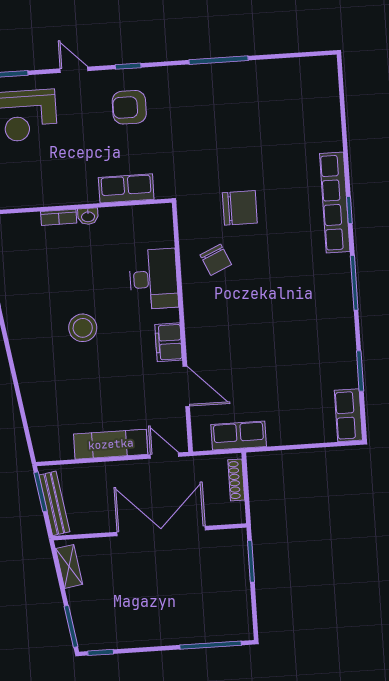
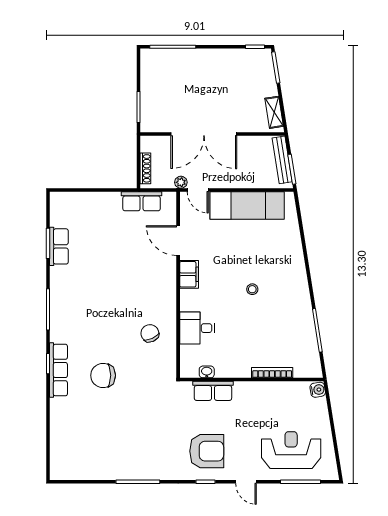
armchair: (129, 107) -> (207, 451), width x1.36, depth x1.36
row of seats: (335, 203) -> (58, 370), width x0.73
chair: (240, 208) -> (103, 375), moved
washbasin: (88, 216) -> (207, 372), moved
bookcase: (59, 217) -> (272, 373), width x1.56
desk: (154, 279) -> (197, 328), width x0.73
stool: (83, 328) -> (252, 289), width x0.53, depth x0.53
row of seats: (348, 415) -> (59, 246), moved
exam couch: (111, 444) -> (247, 206), width x1.36, depth x1.45
plant: (188, 465) -> (181, 182), added

